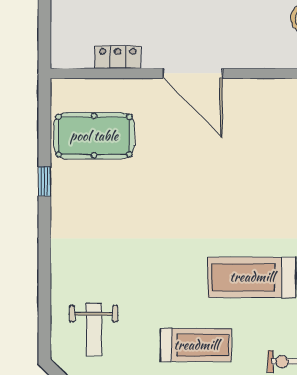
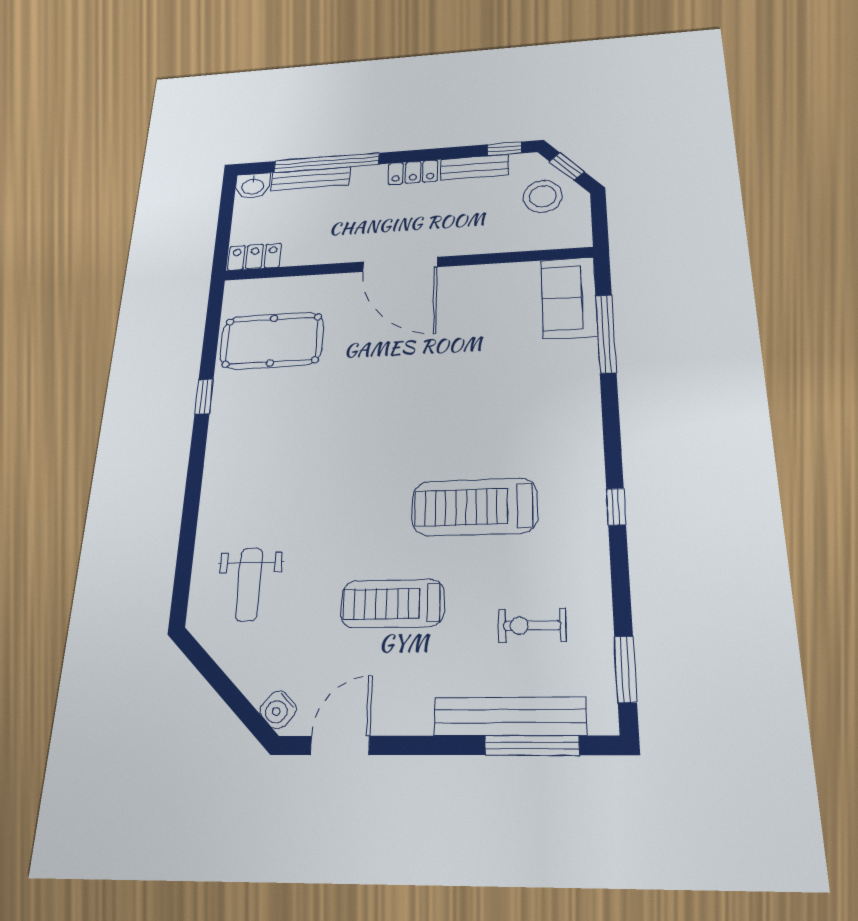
locker: (118, 57) -> (254, 257), moved
treadmill: (196, 345) -> (392, 604), turned 180

